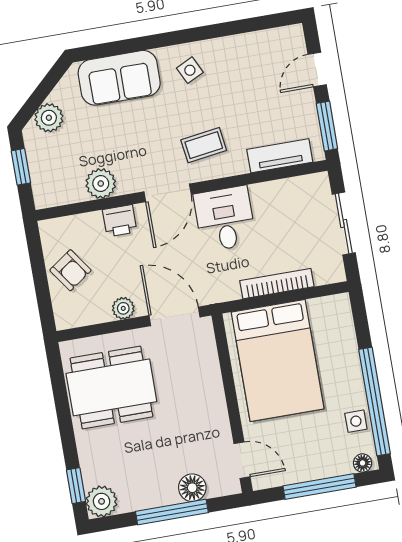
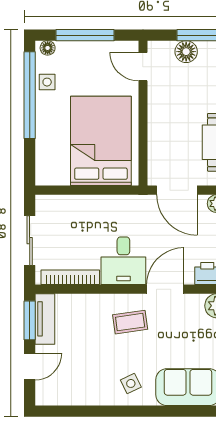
tv unit: (280, 156) -> (45, 319), moved, turned -90
bookcase: (277, 284) -> (70, 277), moved, turned 180

